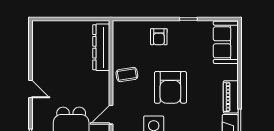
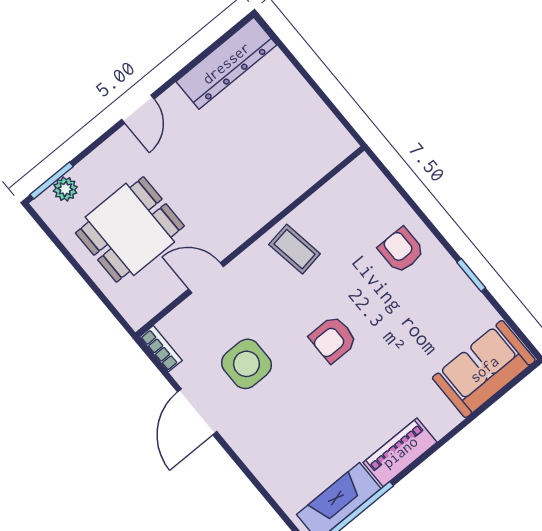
armchair: (159, 37) -> (401, 250), turned 90
dresser: (101, 47) -> (226, 63), moved, turned 180
armchair: (170, 87) -> (333, 339), width x0.53, depth x0.53

